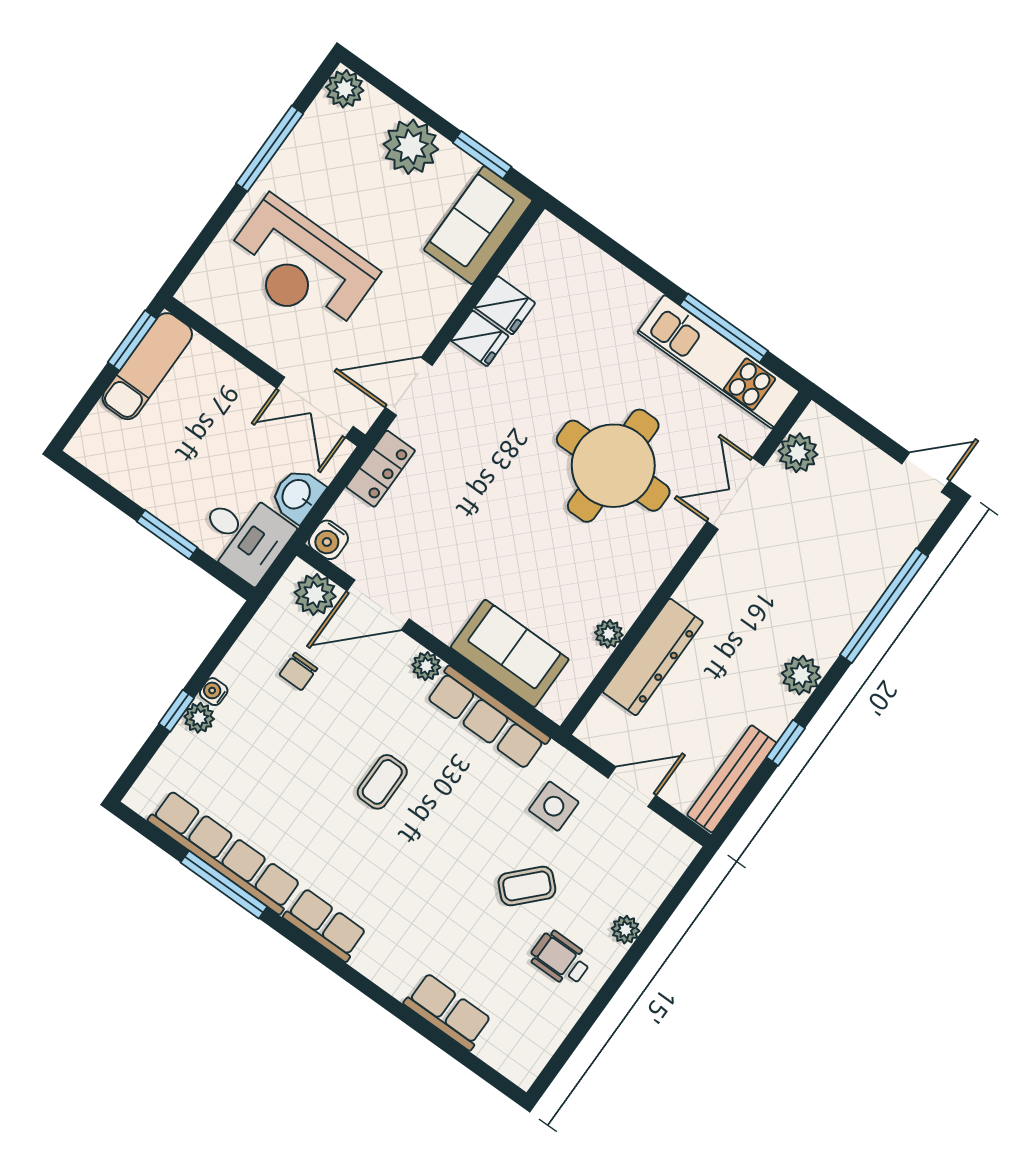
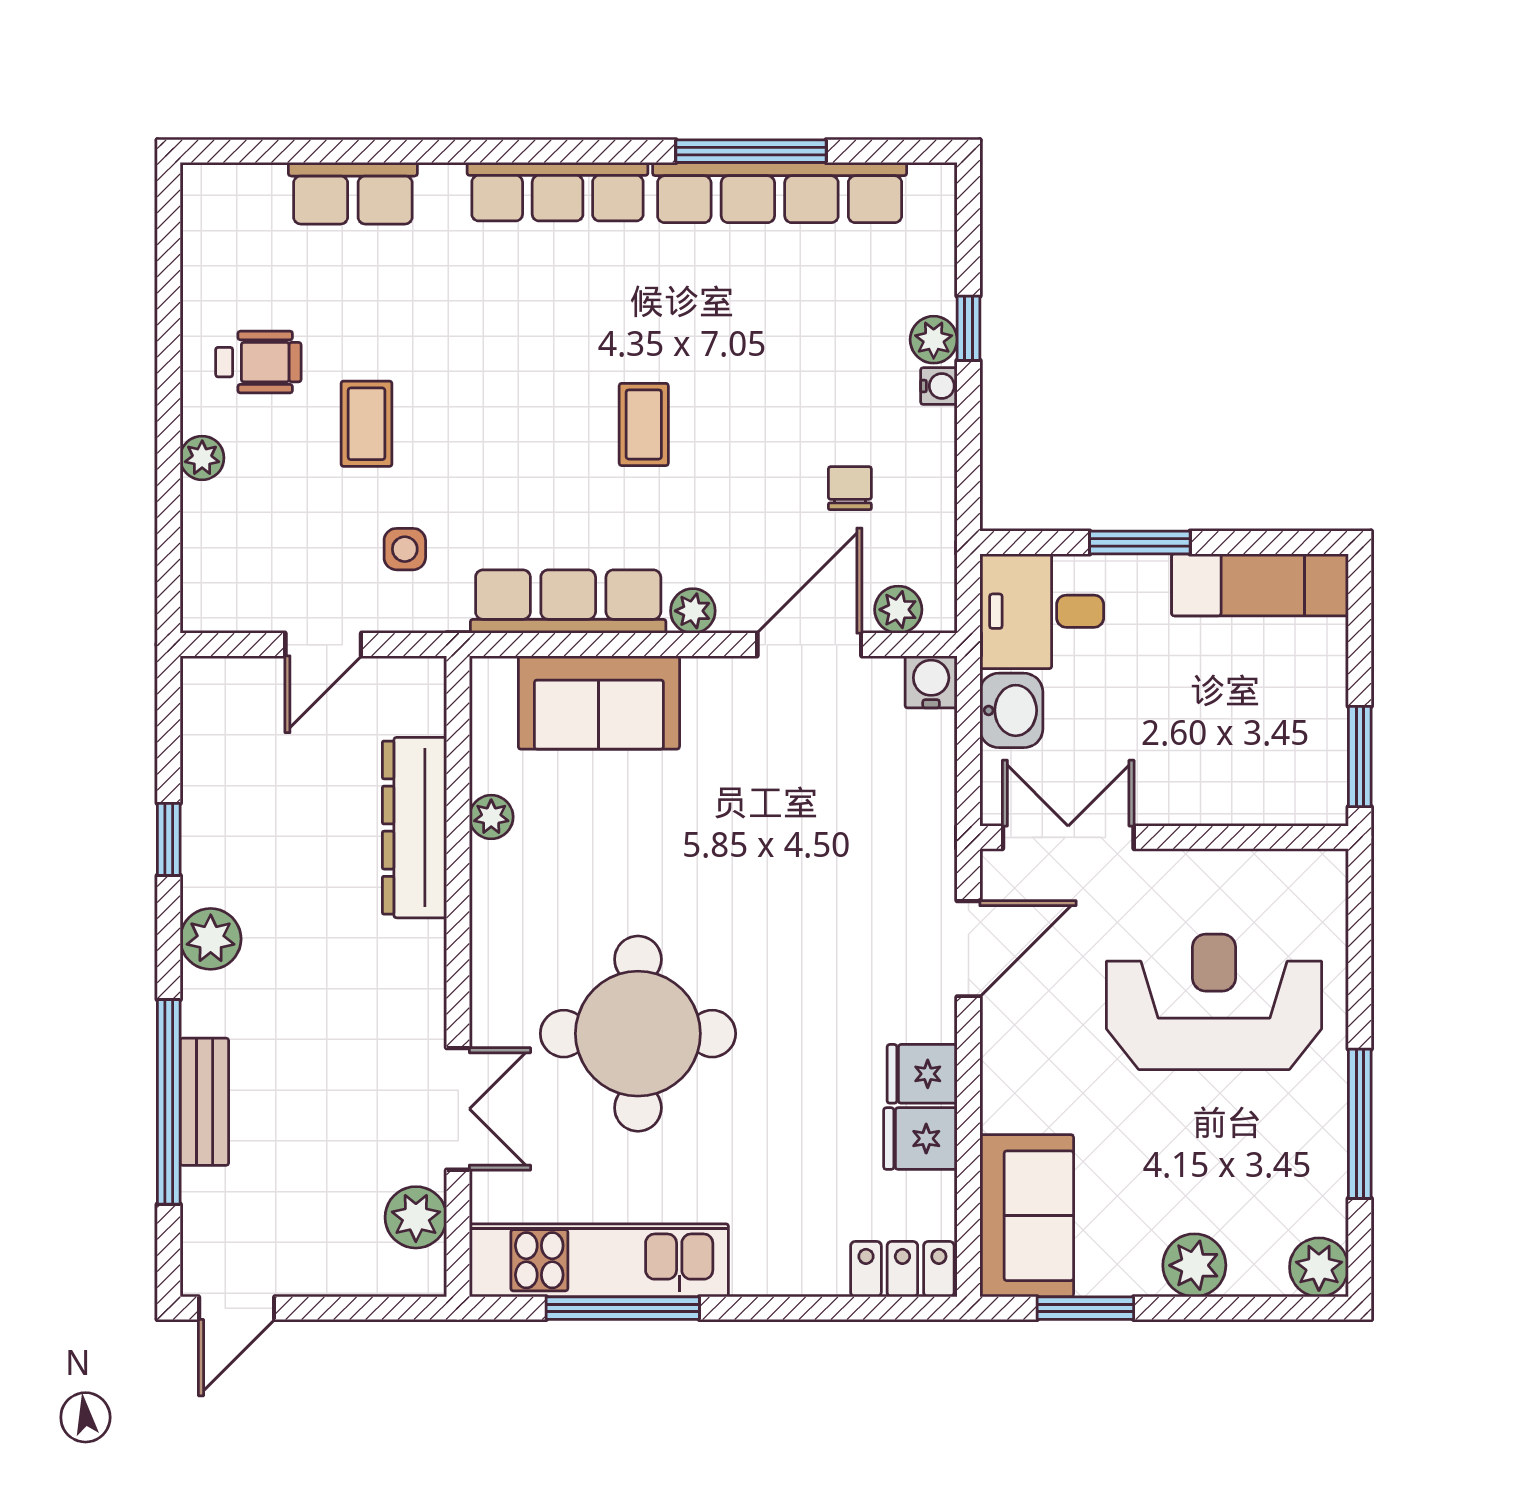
plant: (411, 147) -> (1194, 1265), width x0.73, depth x0.73
exam couch: (147, 366) -> (1260, 585), moved, turned -90
locker: (381, 469) -> (902, 1269), moved, turned 90
plant: (315, 595) -> (898, 610), width x0.73, depth x0.73
bench: (732, 779) -> (204, 1102), moved, width x0.73
side table: (554, 806) -> (405, 549), width x0.73, depth x0.73
coffee table: (527, 886) -> (366, 424), turned -44
row of seats: (325, 925) -> (558, 192), width x1.48

